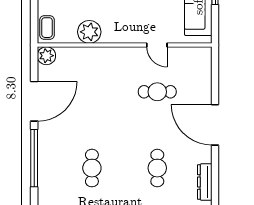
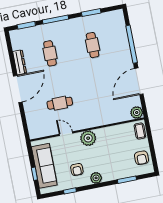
plant: (89, 32) -> (88, 138), moved
door: (215, 125) -> (18, 89), hinge flipped
dresser: (205, 182) -> (20, 62), moved

